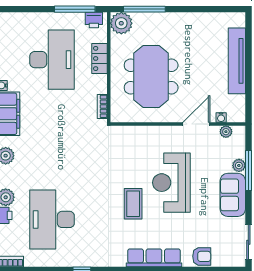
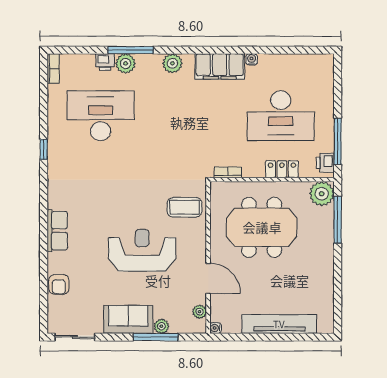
water cooler: (221, 118) -> (215, 328), moved
coffee table: (133, 204) -> (185, 207), moved
row of seats: (154, 258) -> (57, 231), width x0.68

